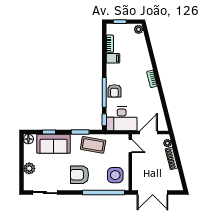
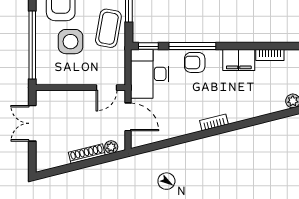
filing cabinet: (113, 58) -> (239, 60), width x2.00
side table: (115, 175) -> (70, 42), moved
double door: (153, 193) -> (32, 123), width x0.73

